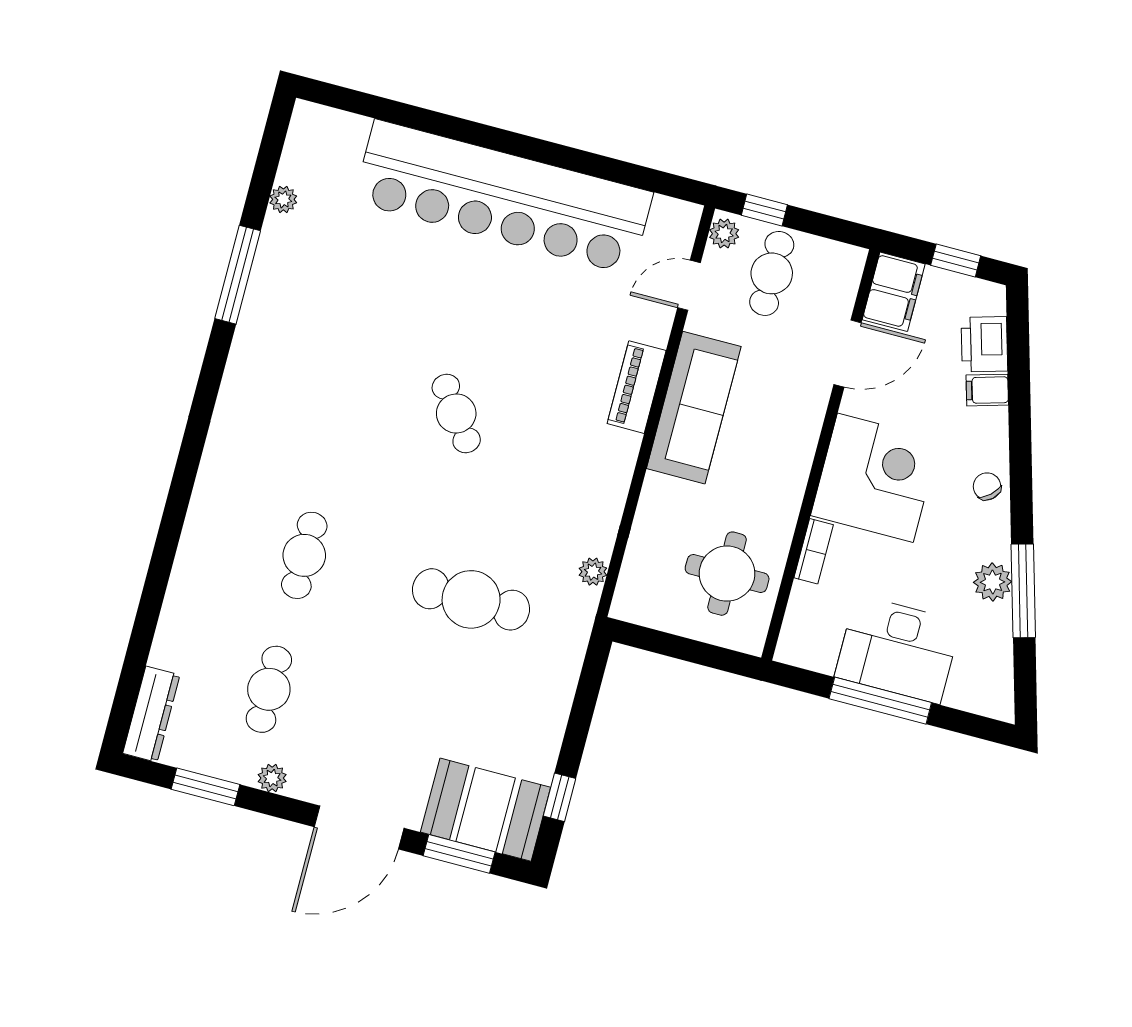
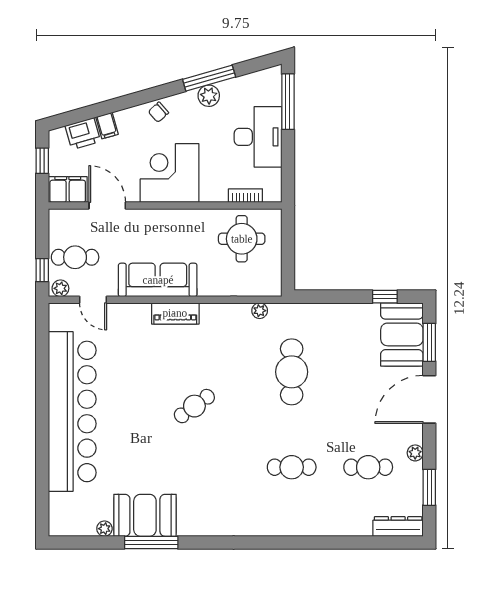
booth: (288, 277) -> (145, 515), added
piano: (637, 387) -> (175, 313), moved
bookcase: (814, 551) -> (245, 196), moved
window: (880, 701) -> (288, 102), moved
door: (359, 827) -> (429, 399), swing flipped

